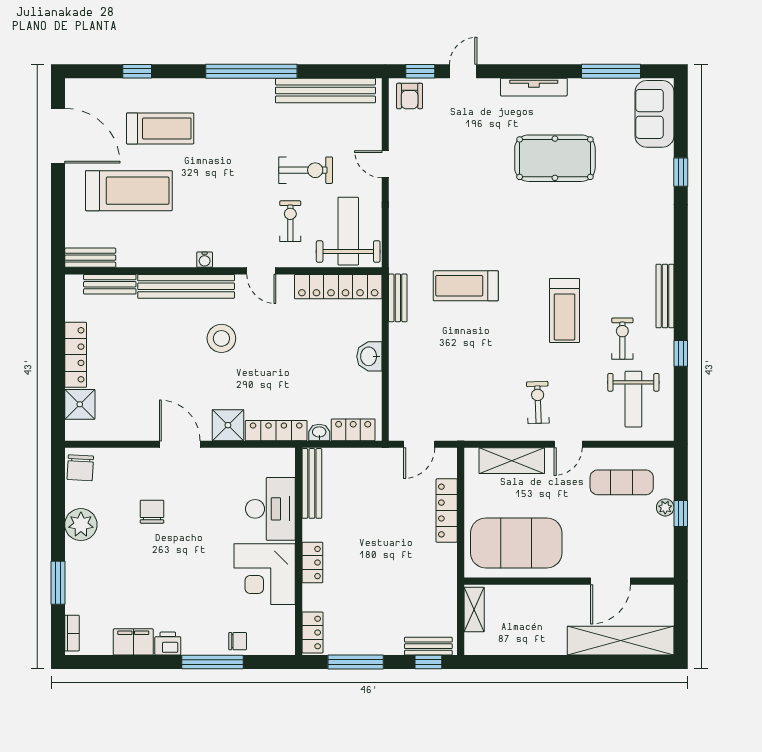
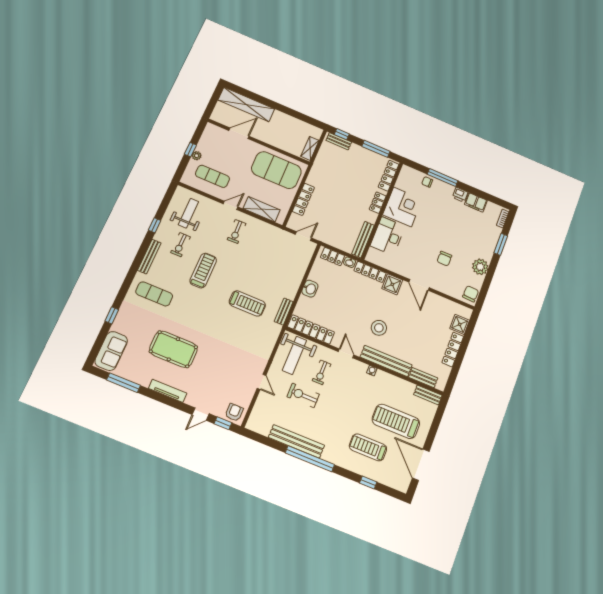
bench: (325, 90) -> (296, 441), moved
exercise mat: (628, 237) -> (154, 294), added
locker: (312, 632) -> (389, 176), width x1.53

